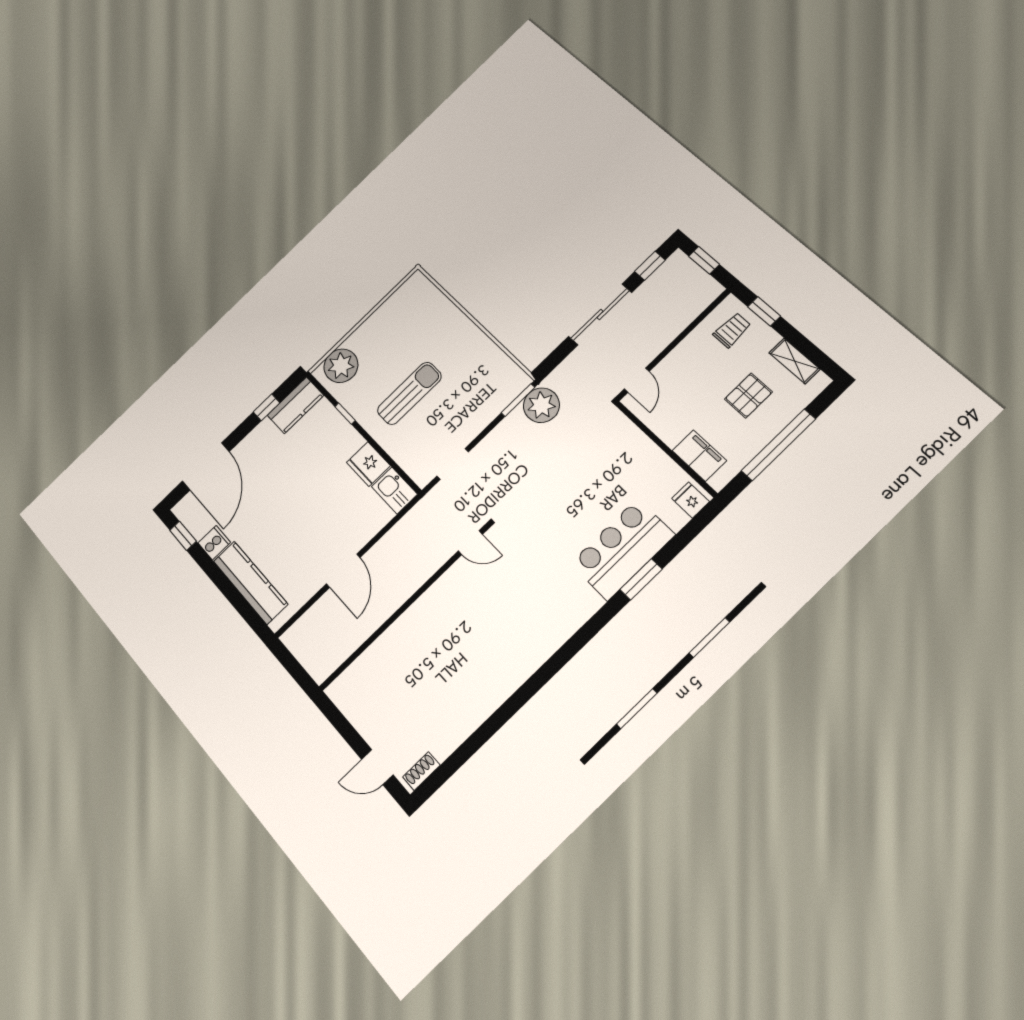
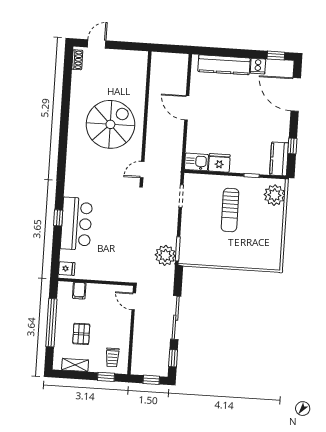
filing cabinet: (699, 456) -> (79, 291), width x0.50
window: (641, 579) -> (58, 218), width x0.67
spiral stairs: (457, 641) -> (110, 124), added

